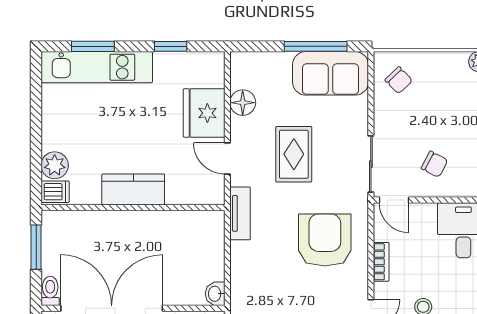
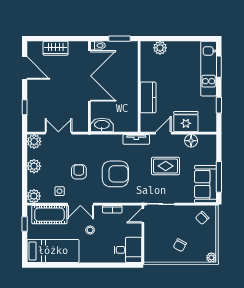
chair: (434, 164) -> (180, 245), moved
kitchen counter: (133, 189) -> (148, 97), moved
dishwasher: (55, 192) -> (147, 48), removed
armchair: (325, 240) -> (115, 174), moved
washbasin: (215, 294) -> (102, 125), width x1.91, depth x1.45

